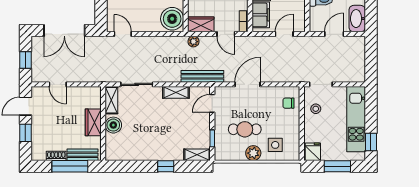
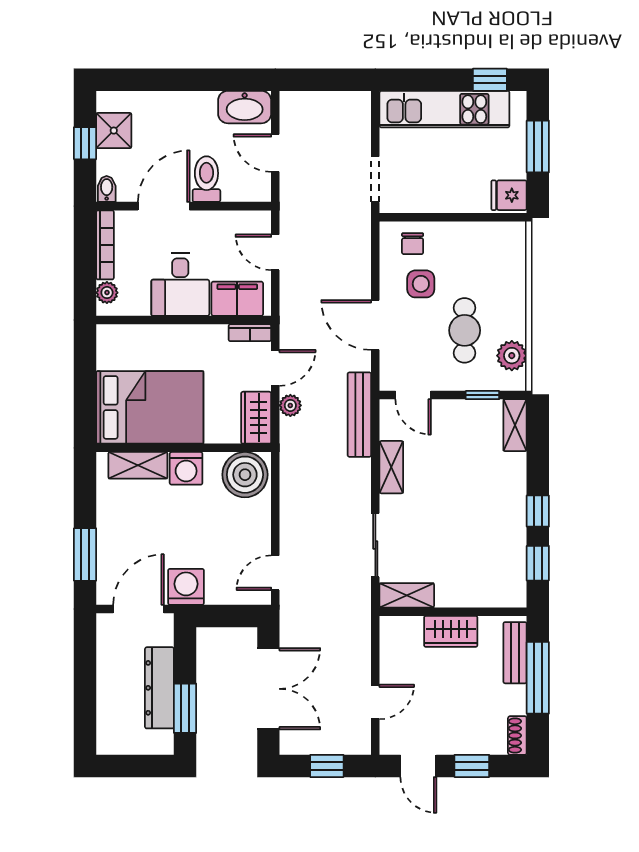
plant: (193, 42) -> (290, 405), moved
stool: (316, 109) -> (424, 189), removed
boiler: (113, 125) -> (456, 591), removed
side table: (275, 145) -> (421, 284), moved
plant: (253, 153) -> (512, 356), moved
shoe rack: (56, 156) -> (517, 736), moved
window: (128, 166) -> (538, 563), added
window: (166, 166) -> (538, 511), moved

